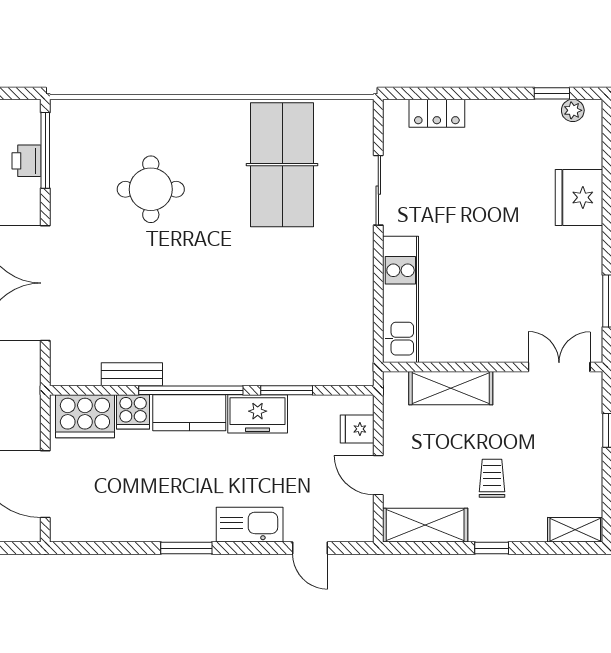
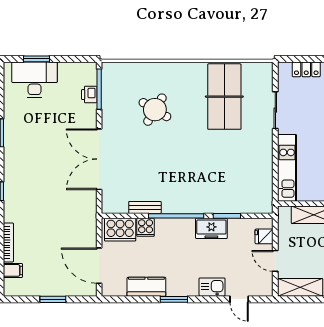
round table: (151, 189) -> (155, 110), turned 31
kitchen counter: (189, 413) -> (146, 287), moved, turned 180
kitchen sink: (250, 525) -> (212, 287), width x0.73

